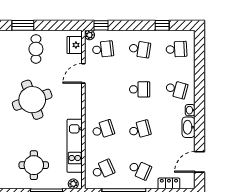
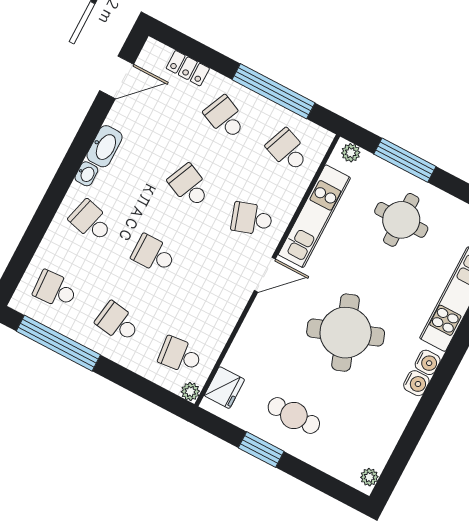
window: (23, 25) -> (261, 450), moved
window: (101, 25) -> (162, 398), removed
window: (162, 25) -> (58, 343), width x3.17
cafe table: (36, 49) -> (294, 415), turned 90
door: (83, 73) -> (265, 275), moved
school desk: (140, 130) -> (189, 186), turned 39
school desk: (103, 170) -> (288, 150), turned 45

